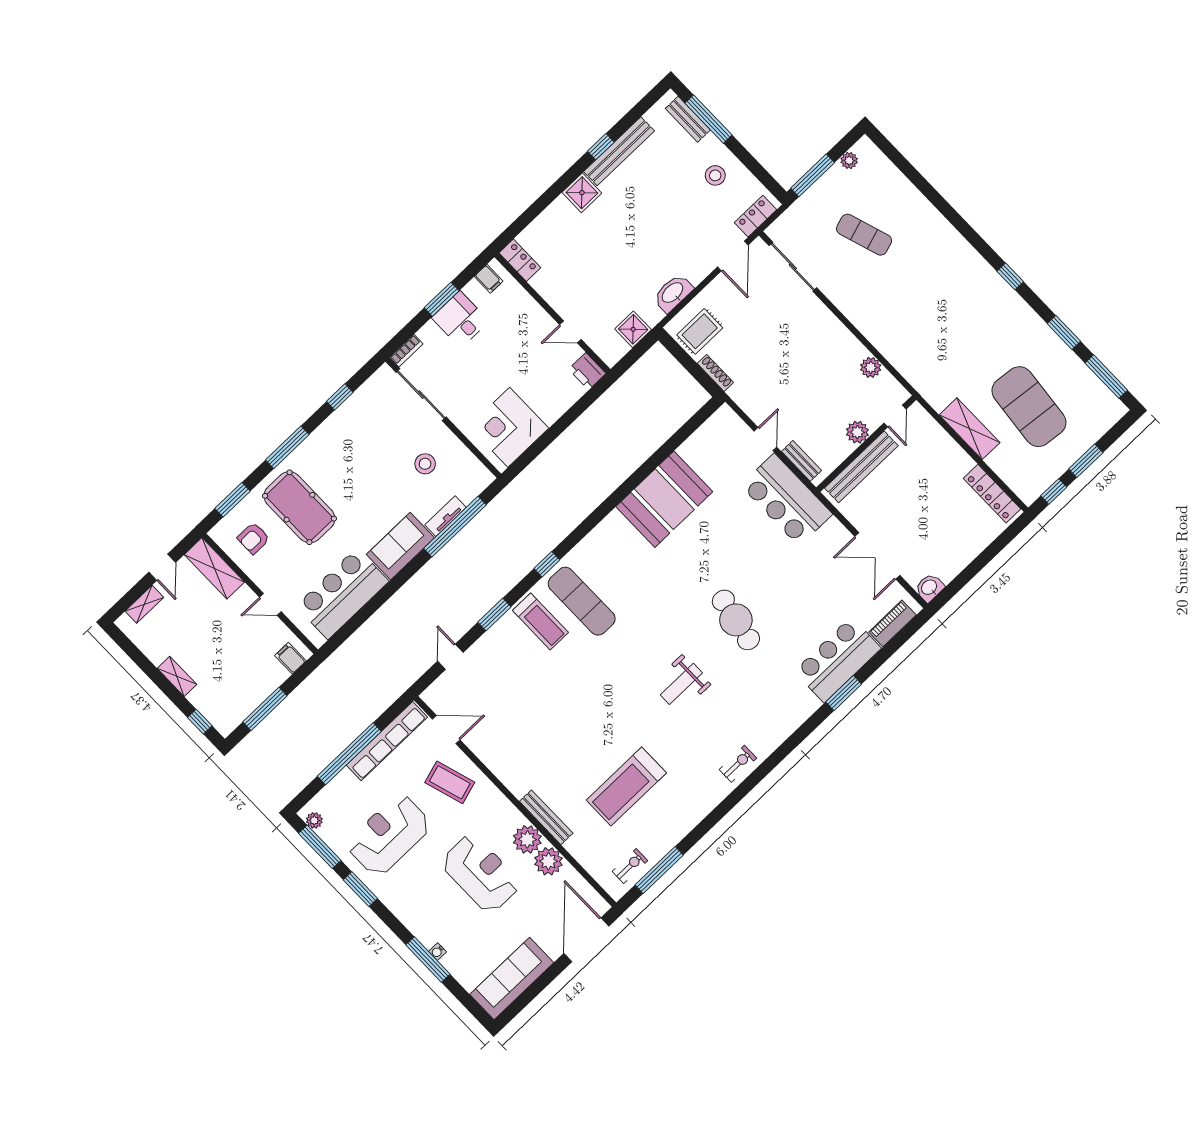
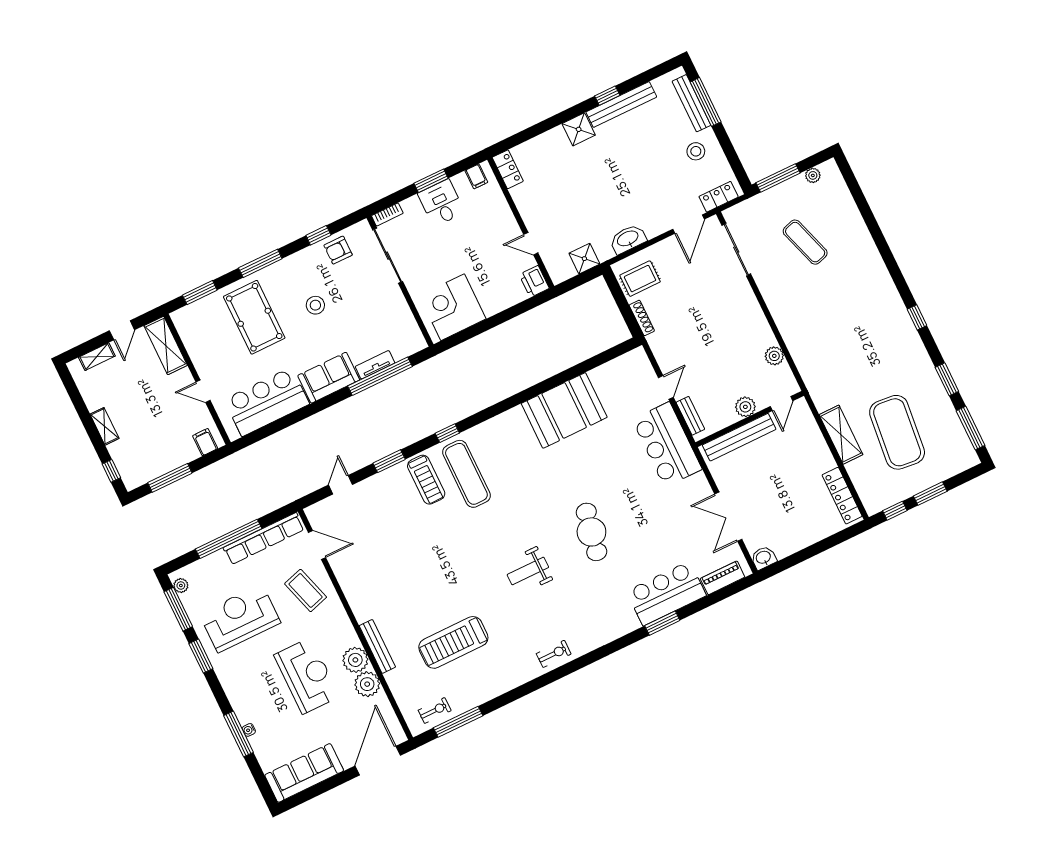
bench: (688, 119) -> (691, 103), width x1.36
stool: (425, 464) -> (315, 305), moved
armchair: (253, 538) -> (338, 250), moved

